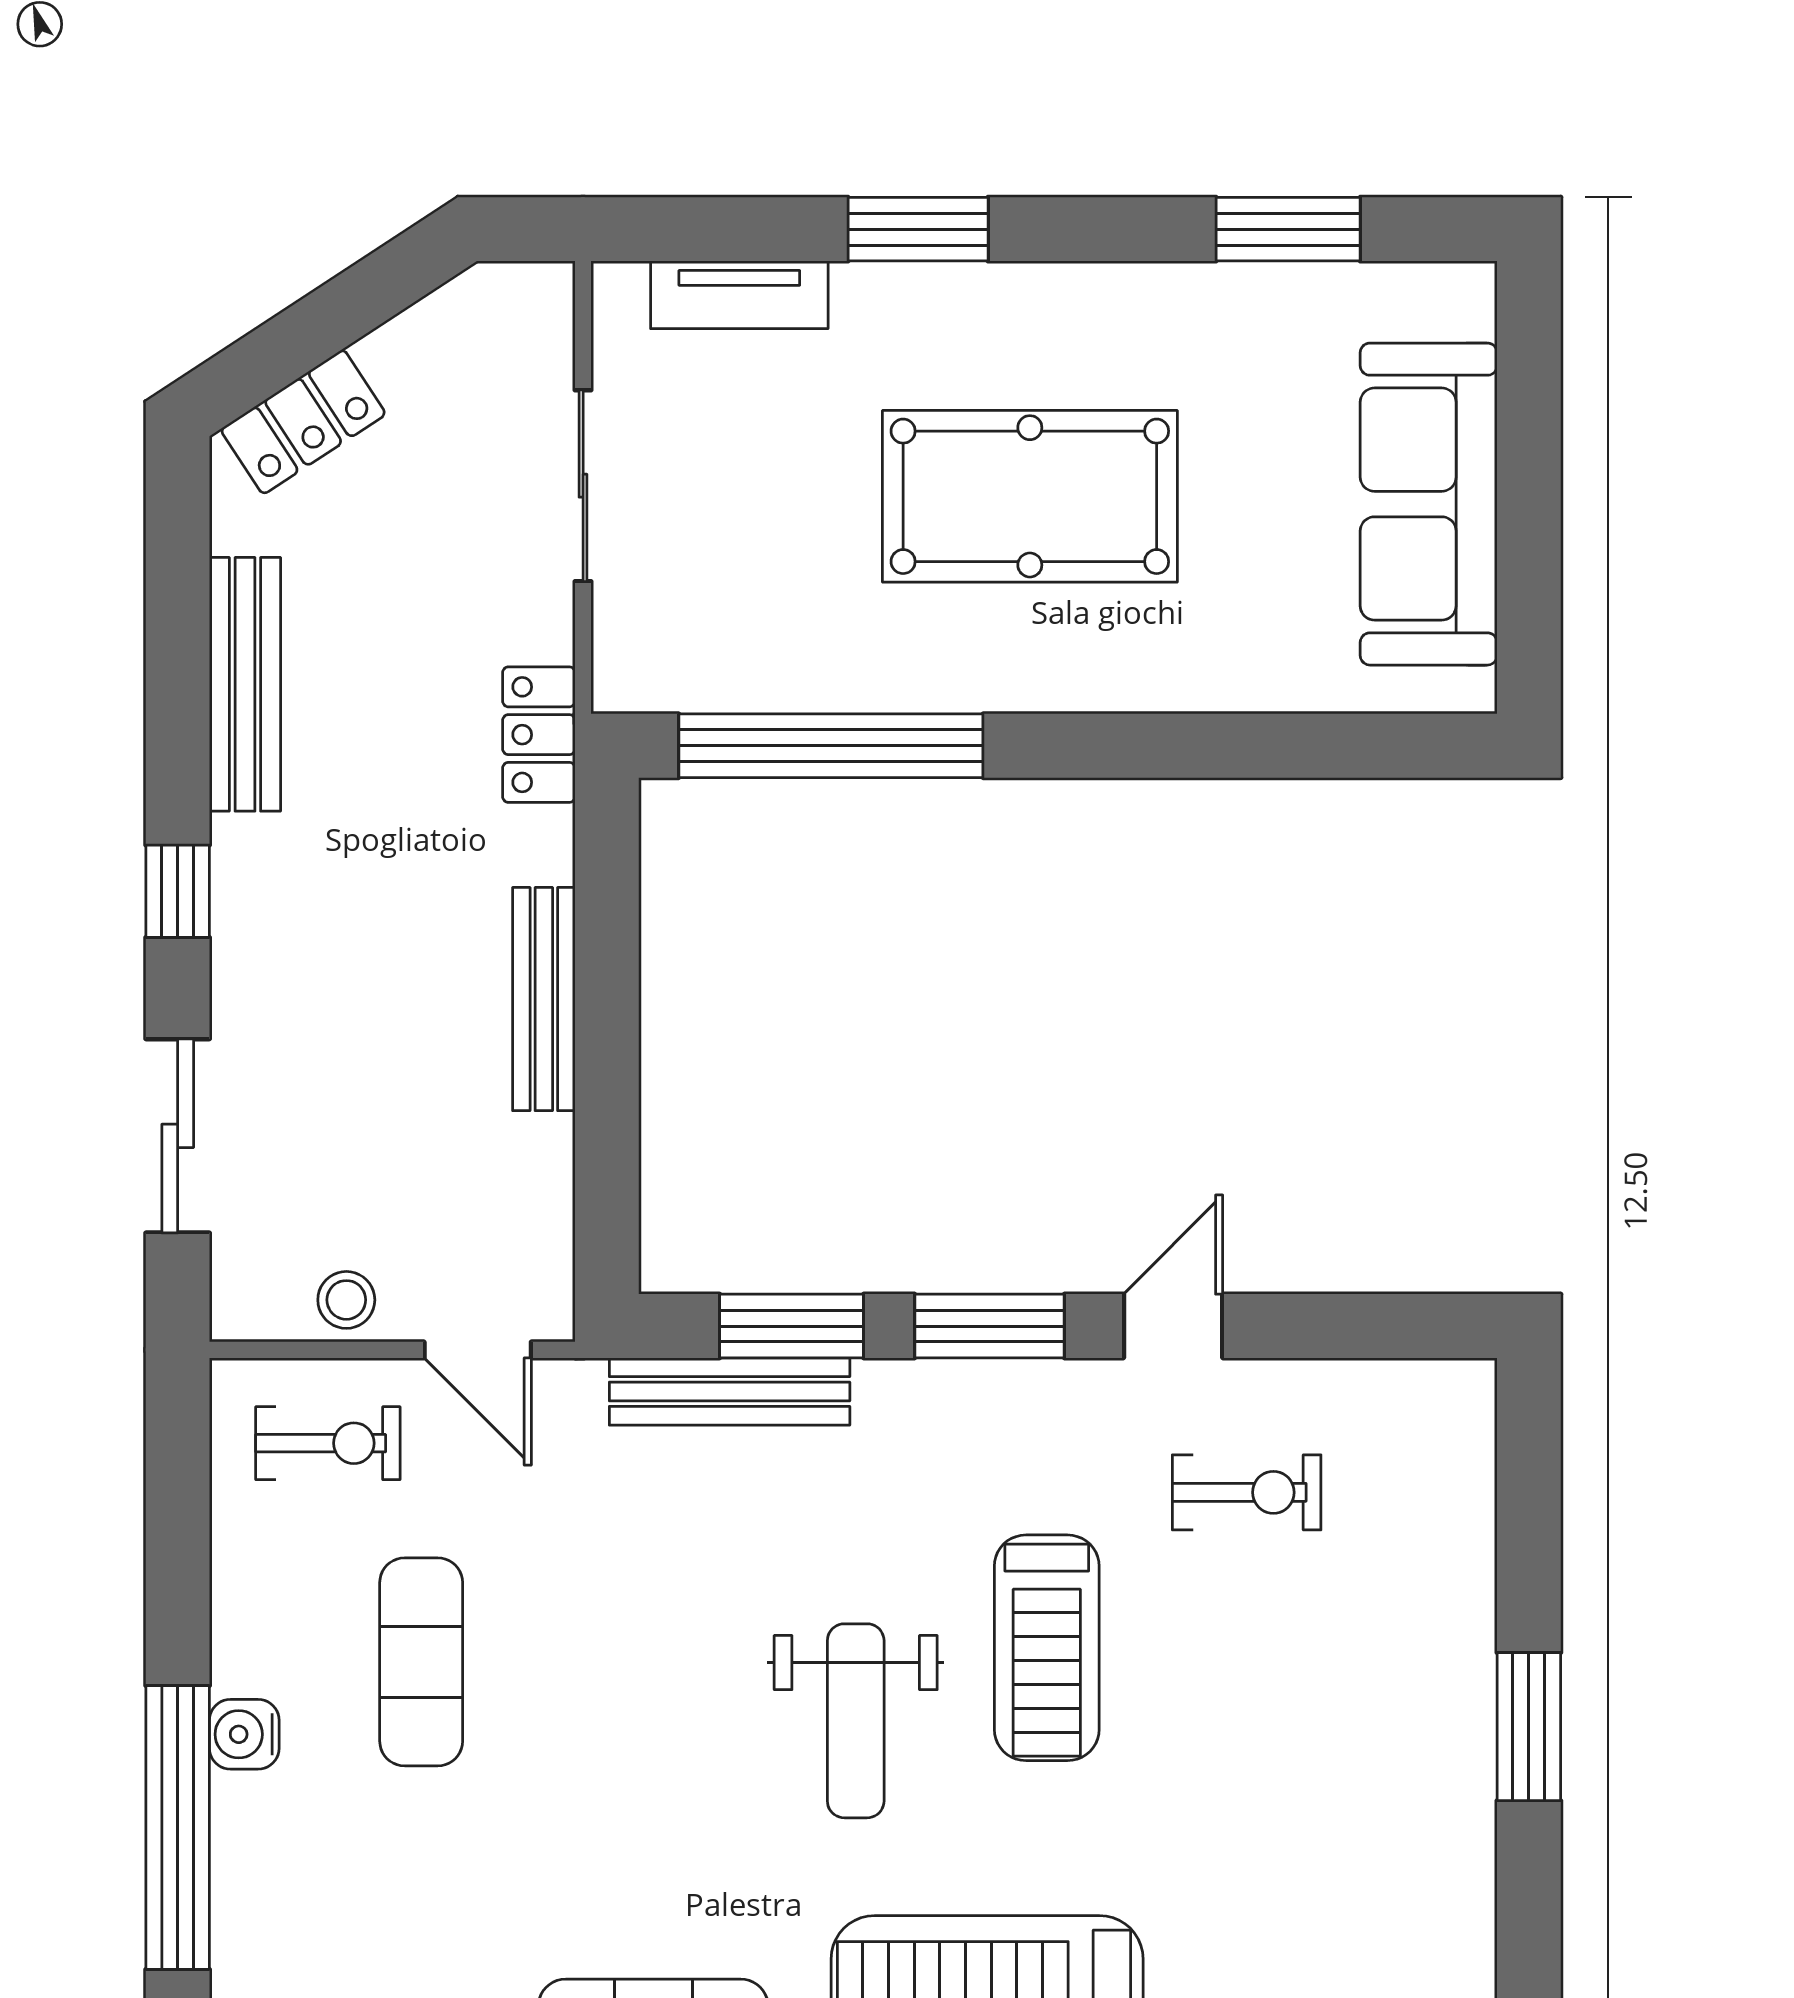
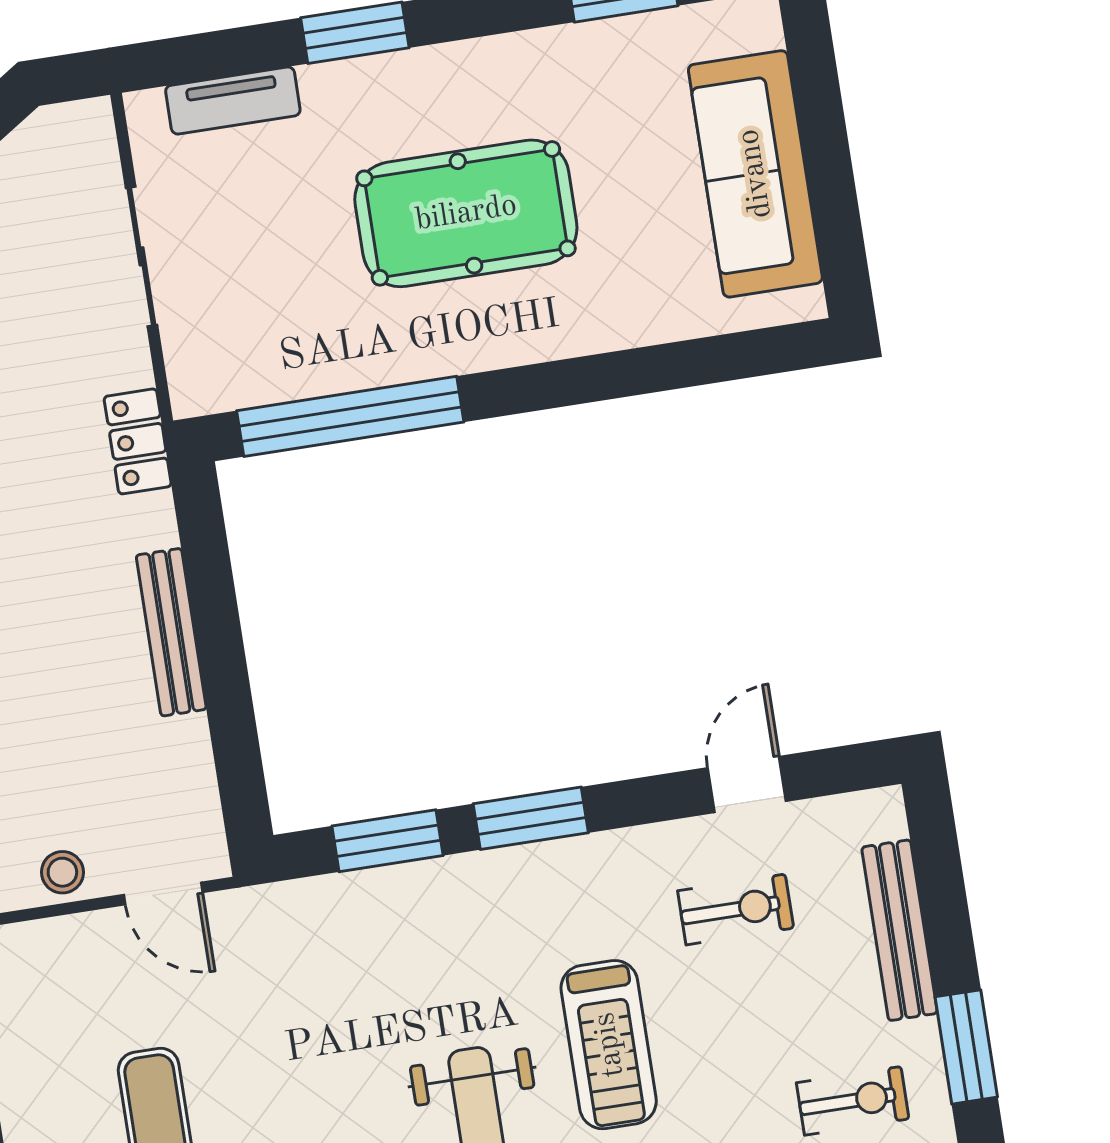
door: (1173, 1326) -> (747, 784), moved
bench: (730, 1392) -> (900, 930), moved, turned 90
exercise bike: (328, 1443) -> (853, 1101), moved

